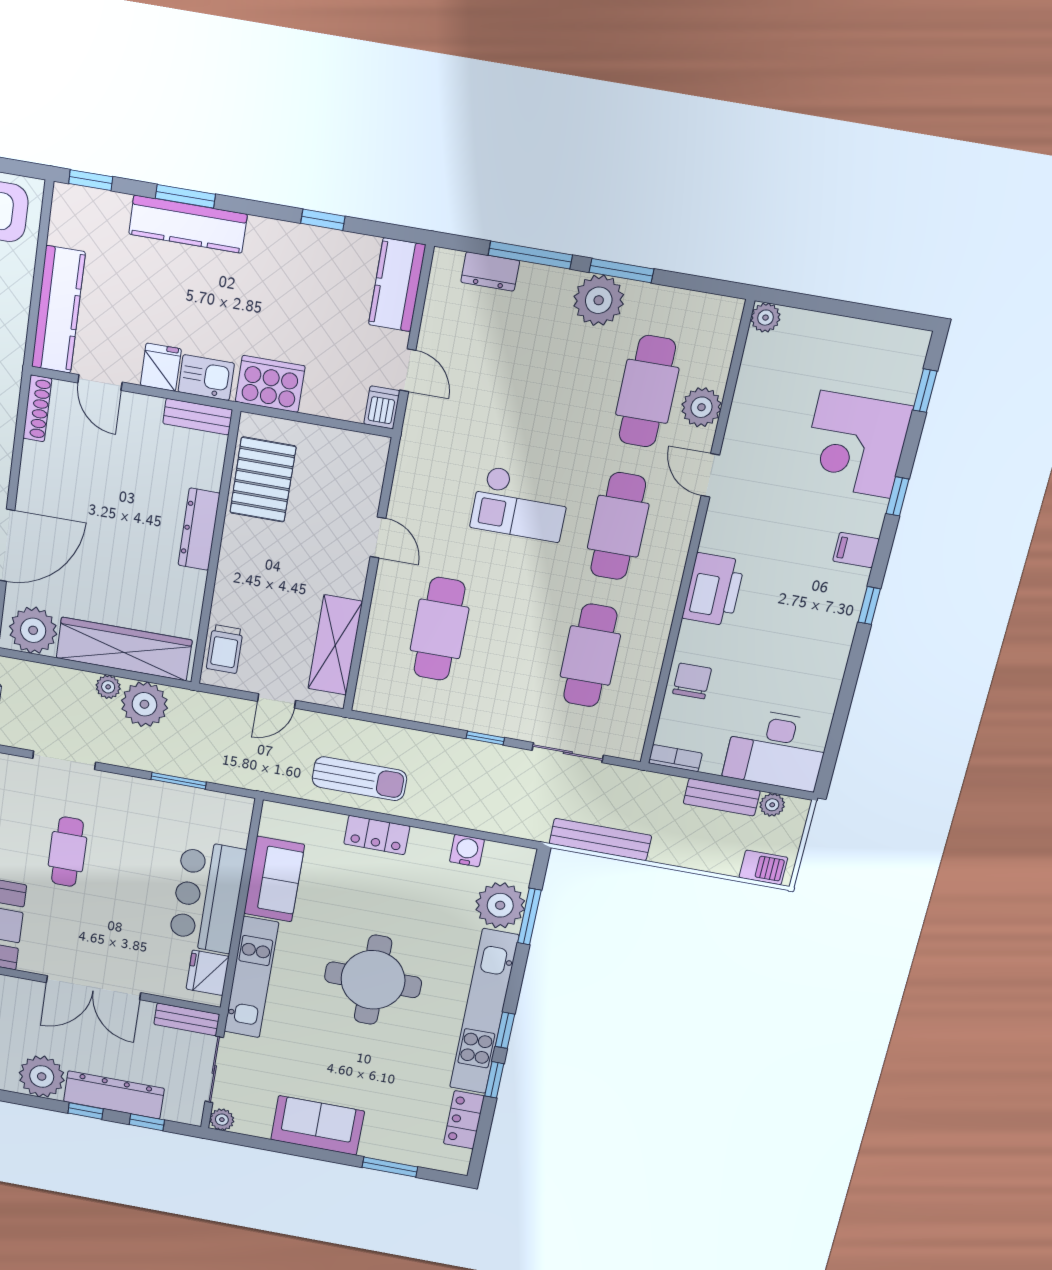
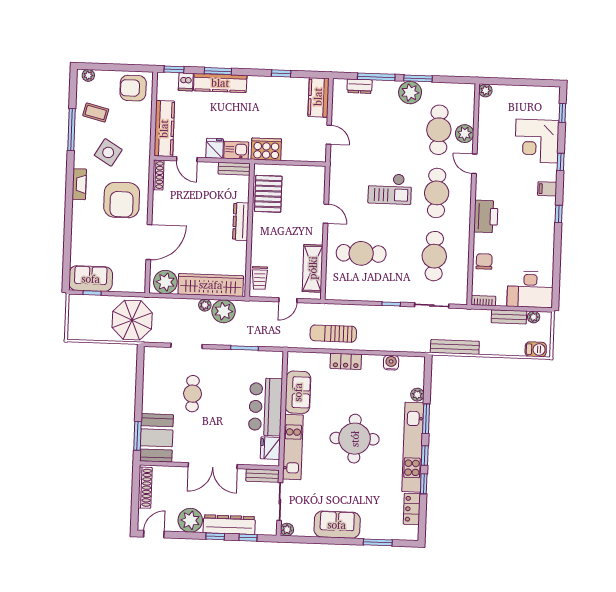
dishwasher: (382, 407) -> (186, 82), moved, turned 180
cafe table: (439, 629) -> (361, 253), turned 90
sun lounger: (359, 779) -> (333, 334), turned 180
plant: (500, 905) -> (417, 395), width x0.53, depth x0.53
window: (529, 916) -> (426, 419), moved

